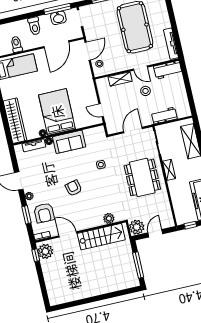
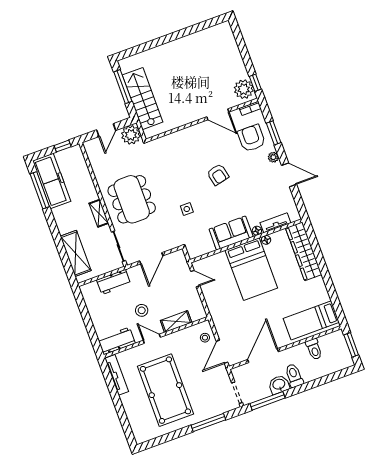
washbasin: (58, 18) -> (279, 385), moved
plant: (109, 218) -> (168, 142), removed
stairs: (101, 237) -> (142, 99), moved, turned 90

